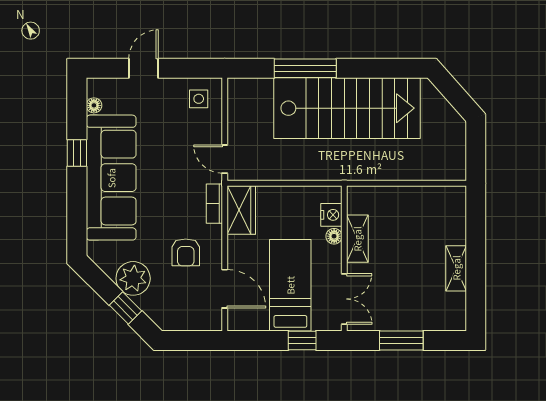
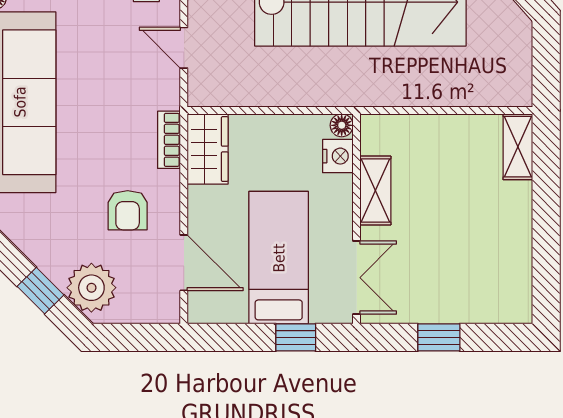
door: (225, 159) -> (184, 48), moved
floor lamp: (334, 236) -> (342, 125), moved
shelving: (456, 268) -> (518, 147), moved
plant: (133, 278) -> (91, 288), moved
window: (401, 340) -> (439, 337), width x0.67

